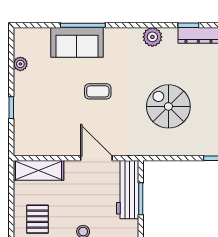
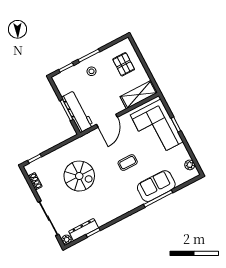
plant: (152, 37) -> (112, 214), removed
plant: (20, 64) -> (190, 165), moved
corner sofa: (38, 115) -> (157, 128), added
door: (96, 158) -> (107, 121), hinge flipped

